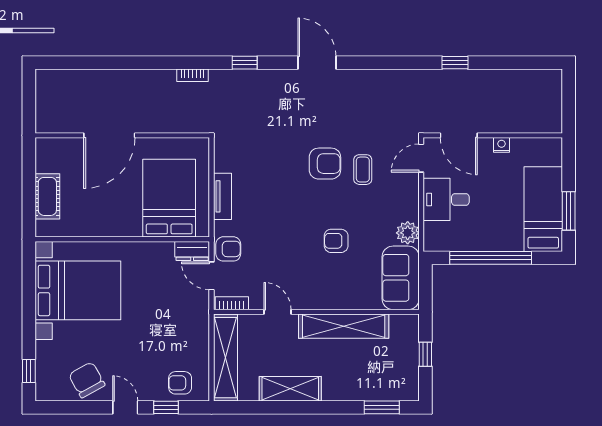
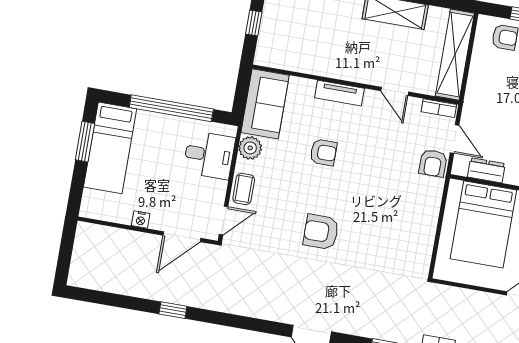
door: (459, 135) -> (182, 237), swing flipped
coffee table: (363, 170) -> (244, 189), moved
tv unit: (222, 196) -> (339, 93), moved, turned -90
desk: (446, 199) -> (209, 155), moved
armchair: (228, 249) -> (433, 163), turned -90
dresser: (192, 251) -> (486, 170), moved
shelving: (344, 326) -> (331, 65), removed

